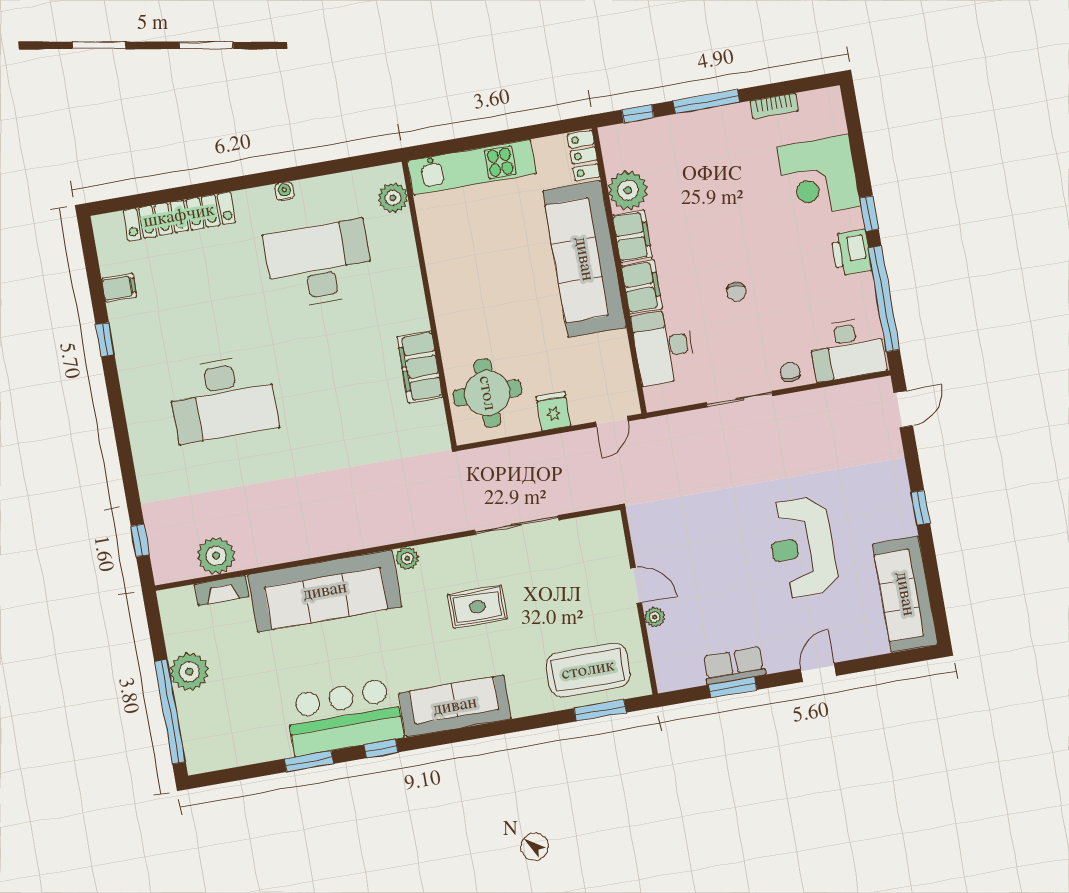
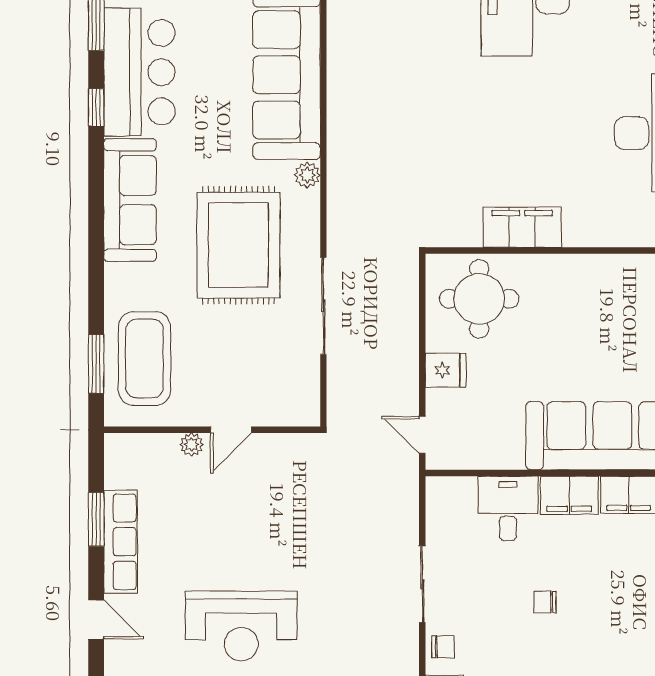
desk: (664, 347) -> (508, 508), width x0.73
reception desk: (802, 548) -> (241, 626), turned 180
rug: (477, 607) -> (238, 245), width x1.86, depth x2.06
row of seats: (734, 666) -> (121, 542), width x1.48

